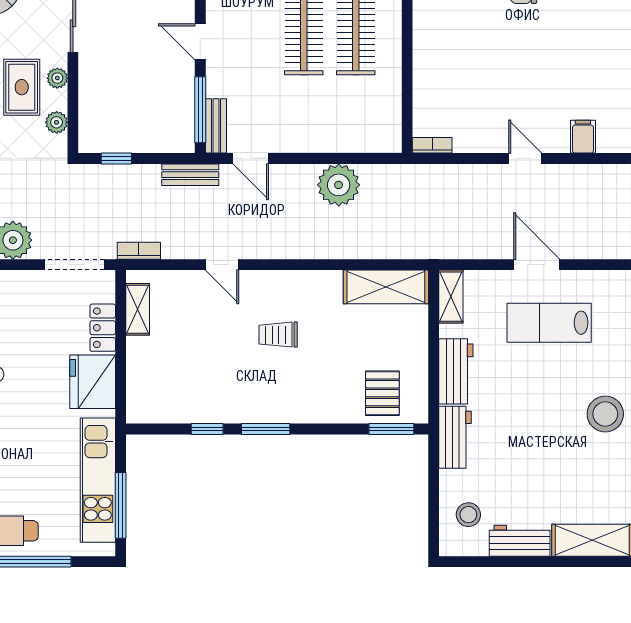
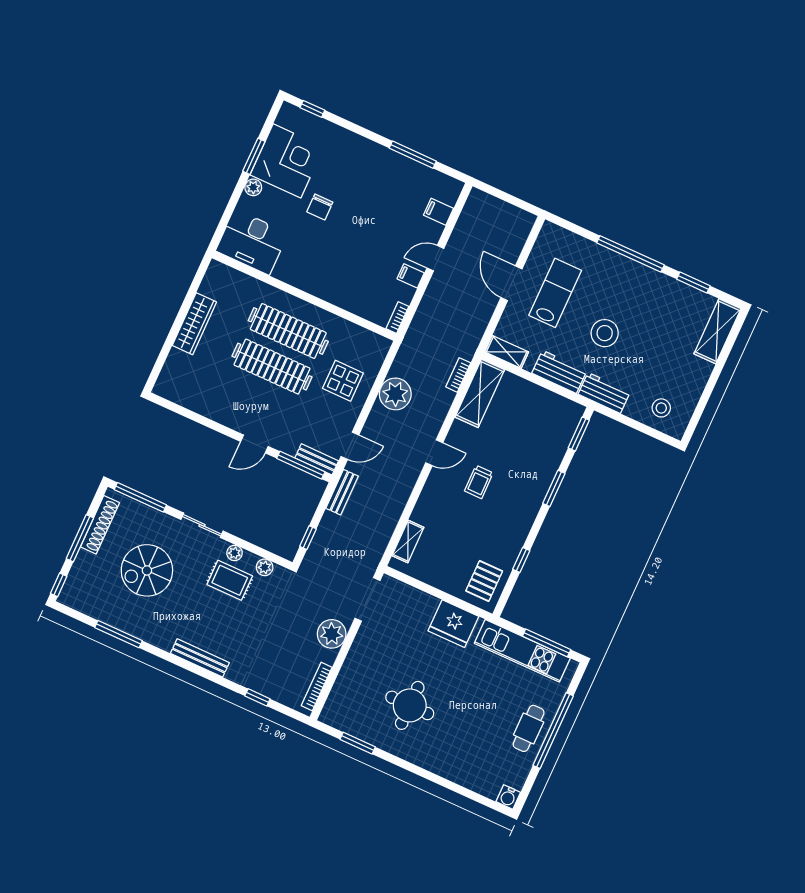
display table: (326, 114) -> (343, 381), added
filing cabinet: (490, 138) -> (411, 276), added
bookcase: (139, 251) -> (458, 375), moved
door: (222, 265) -> (434, 453), moved
door: (537, 265) -> (512, 283), hinge flipped
shelving: (138, 309) -> (408, 541), moved, turned 90
lab bench: (549, 323) -> (555, 293), turned 180
locker: (103, 328) -> (419, 600), removed
pallet: (382, 393) -> (484, 581), moved, turned 90
stool: (605, 414) -> (605, 333), moved
window: (266, 429) -> (554, 488), moved
workbench: (520, 541) -> (695, 381), removed

